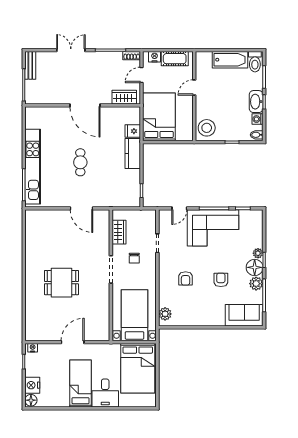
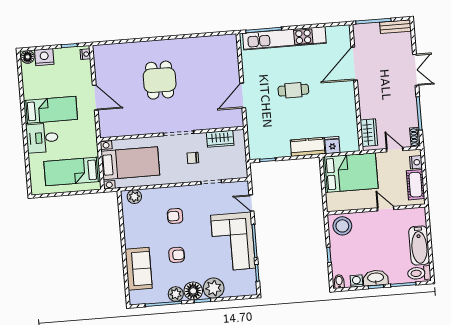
door: (85, 105) -> (354, 64), moved
plant: (258, 253) -> (214, 288), width x1.87, depth x1.87
sofa: (244, 315) -> (139, 269), moved
bed: (138, 368) -> (72, 171), width x0.67

